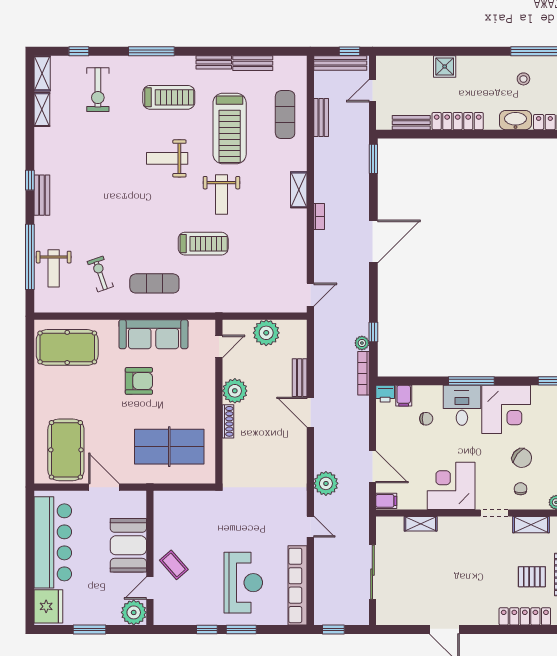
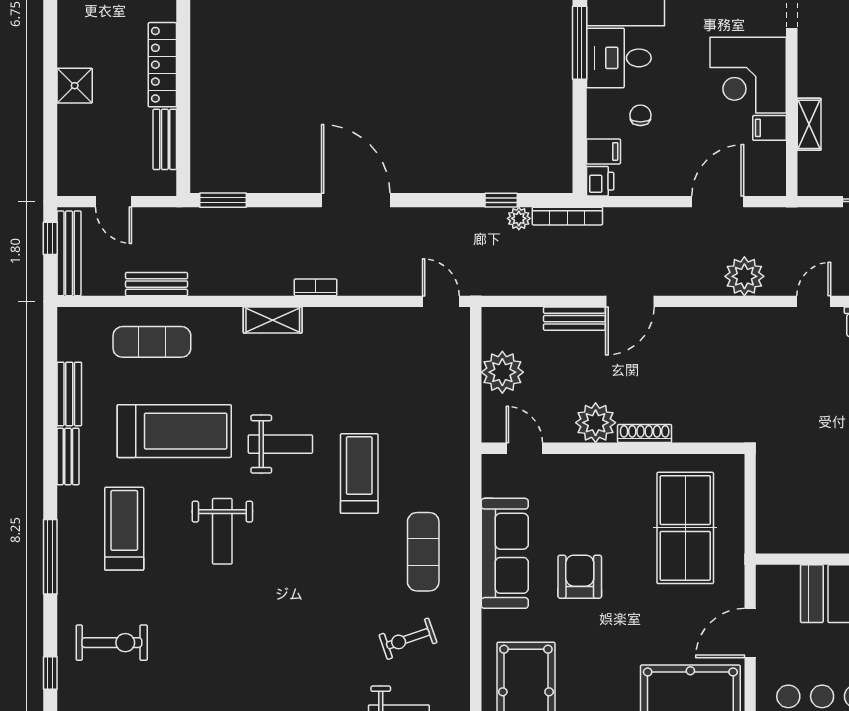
filing cabinet: (386, 501) -> (770, 128), moved, turned -90

